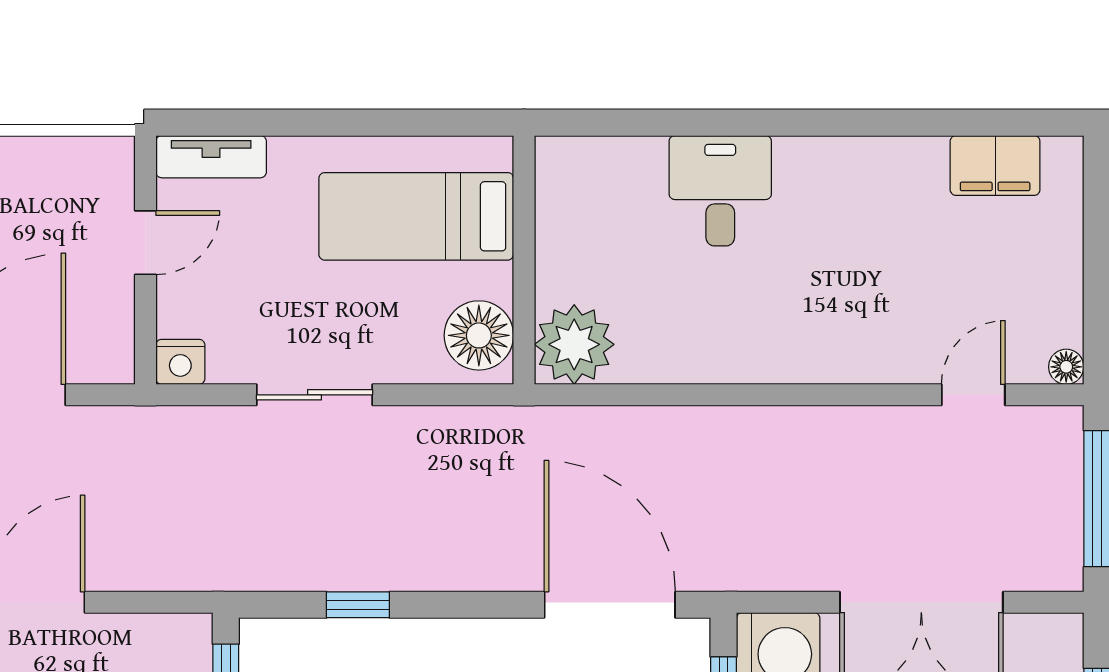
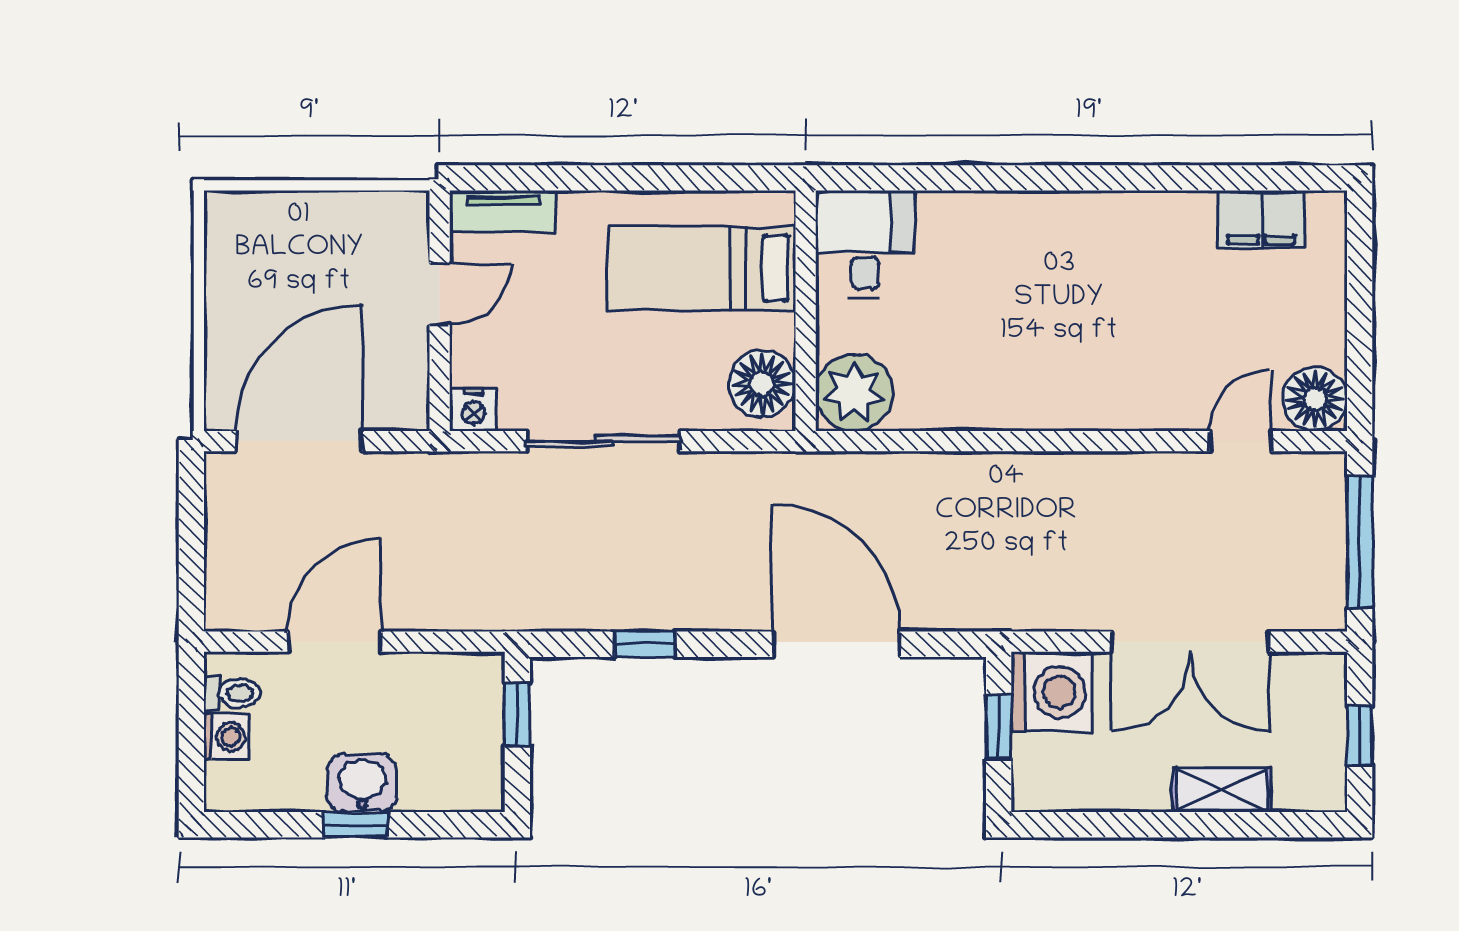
desk: (720, 191) -> (865, 244), moved
floor lamp: (1066, 367) -> (1315, 399), width x1.89, depth x1.89
sliding door: (315, 395) -> (603, 441), width x1.37
door: (610, 605) -> (836, 644), moved

